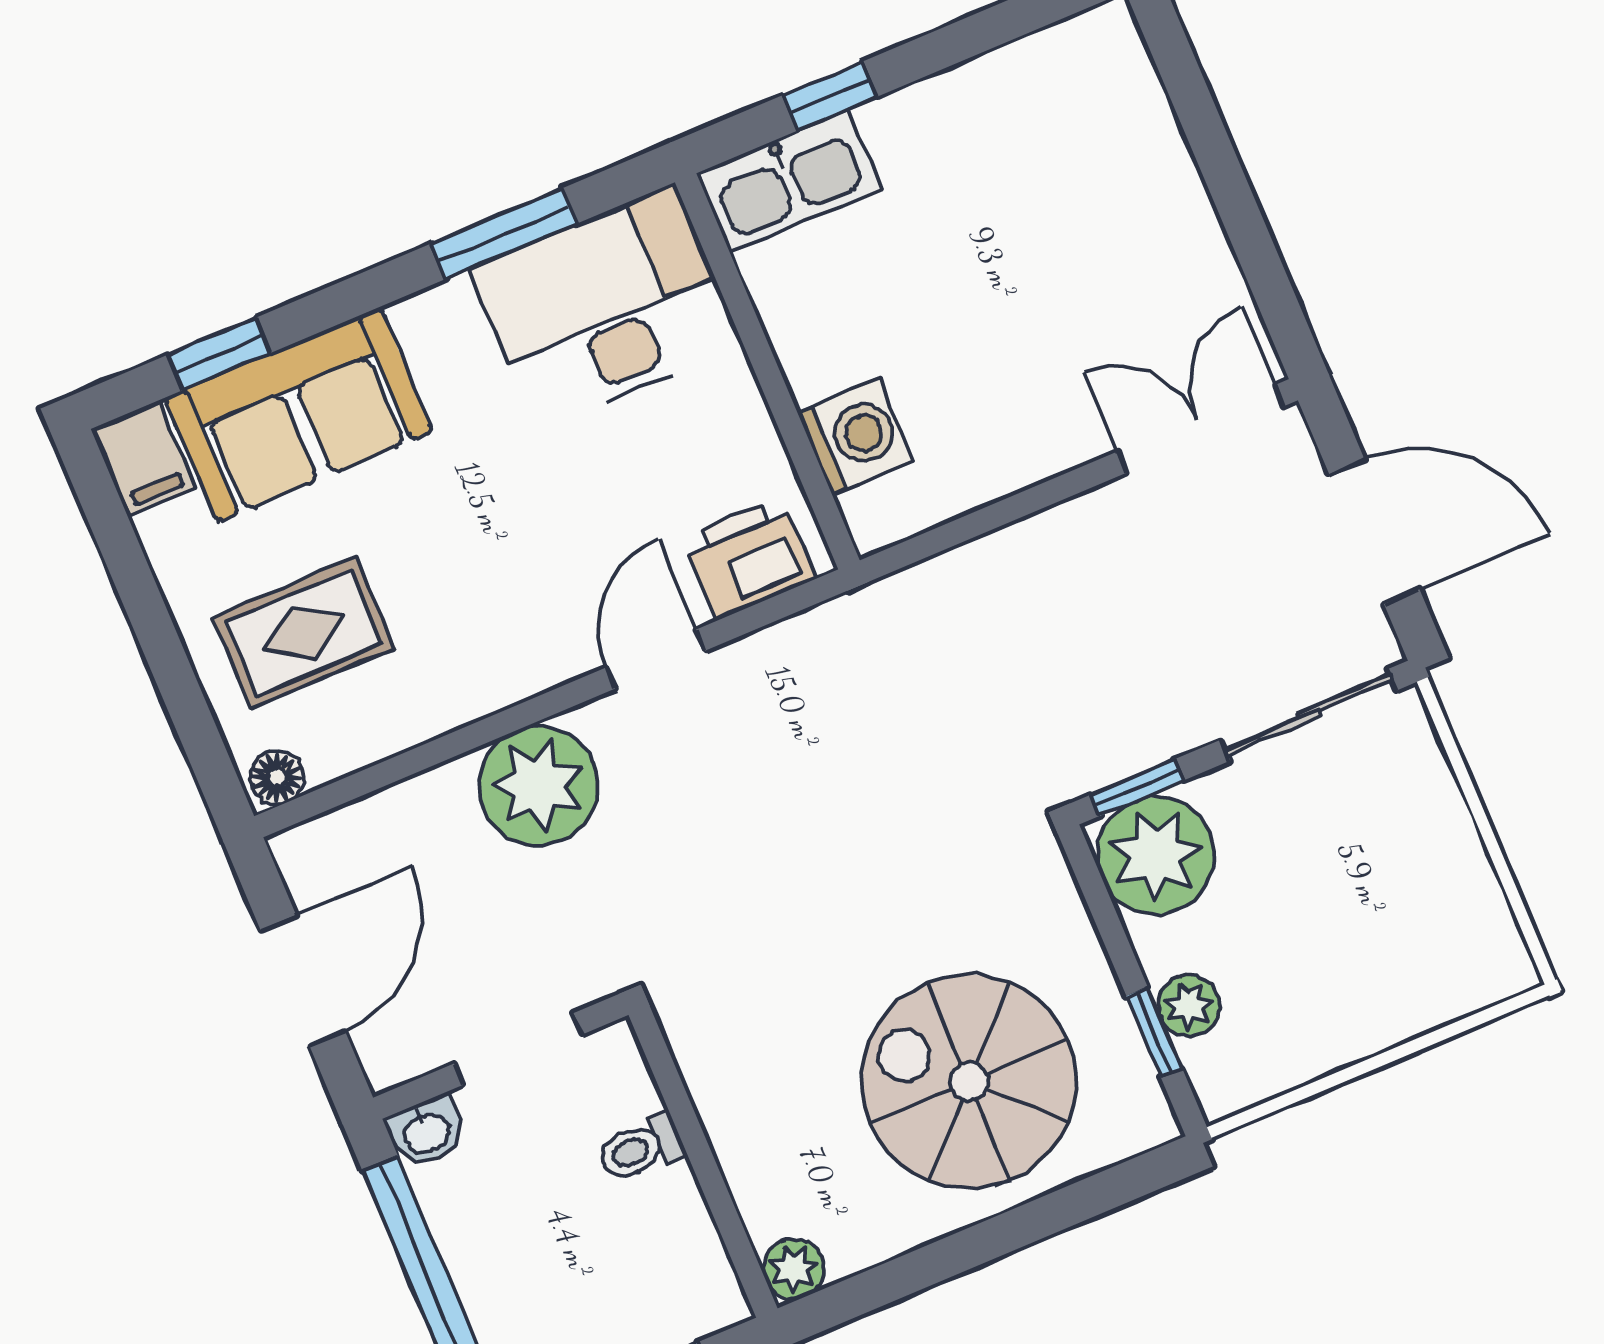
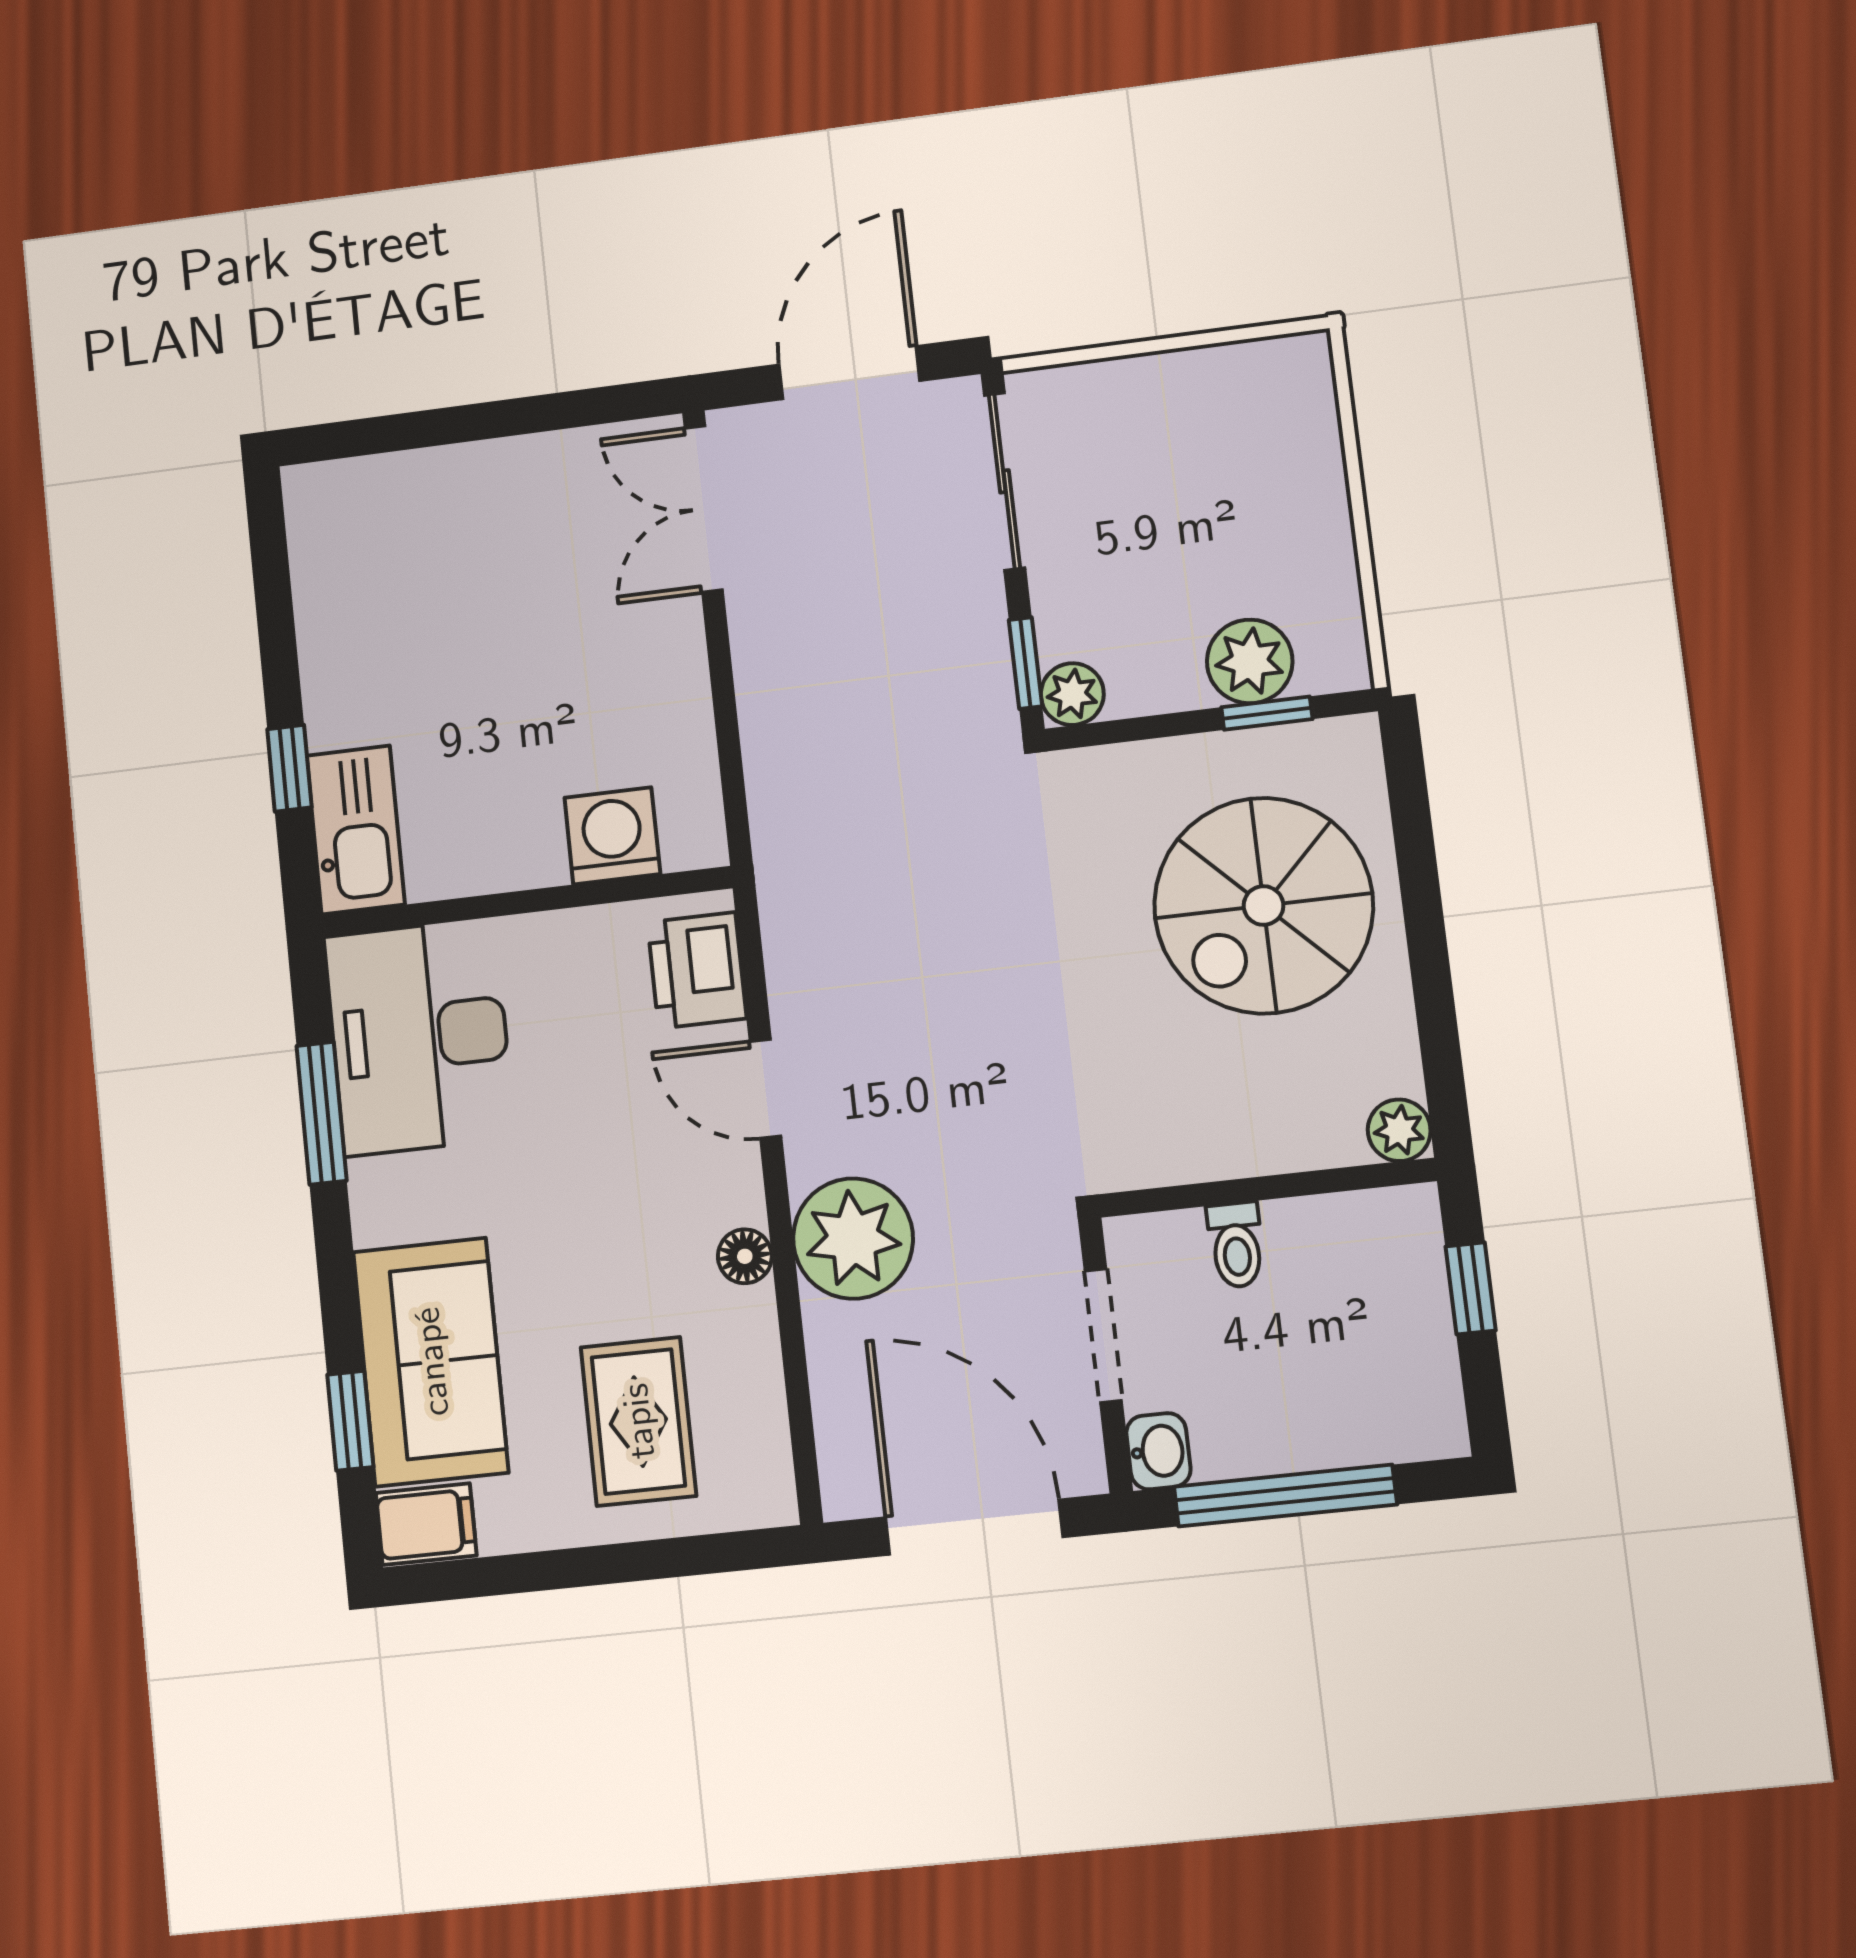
floor lamp: (277, 778) -> (745, 1256), moved
plant: (1156, 856) -> (1072, 694), width x0.53, depth x0.53
door: (303, 980) -> (974, 1527), width x1.36
plant: (1189, 1006) -> (1250, 661), width x1.38, depth x1.38

